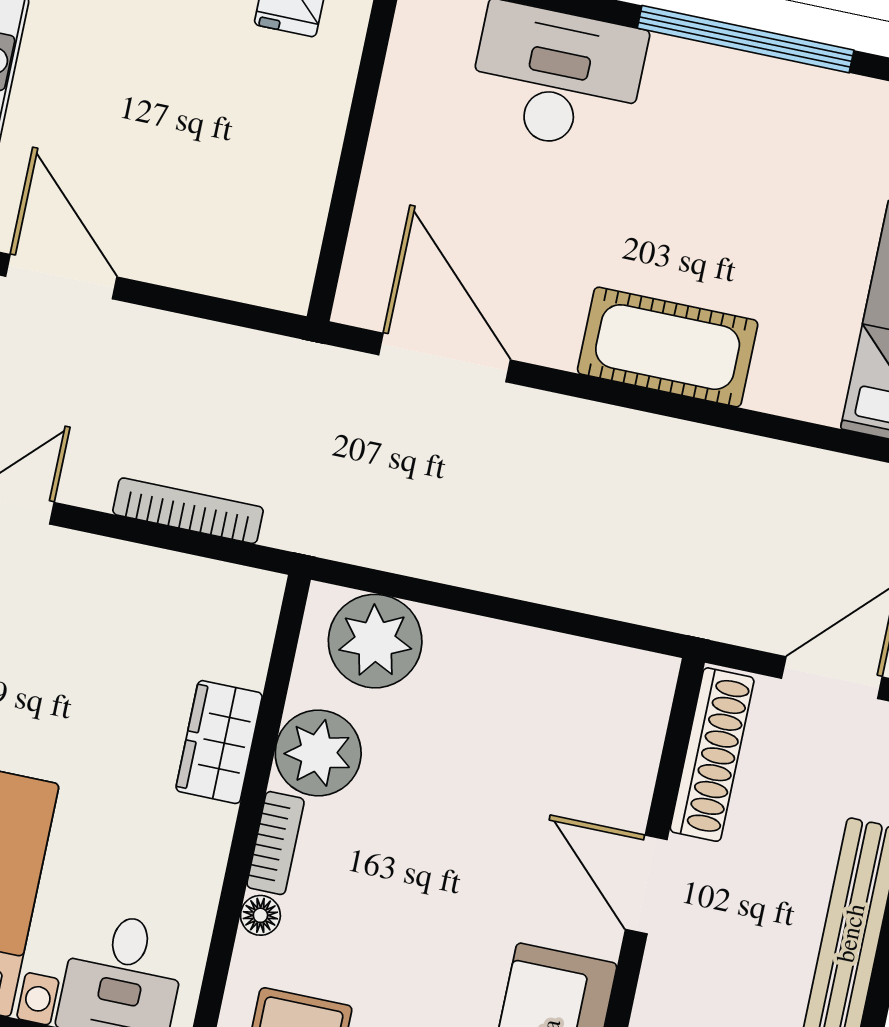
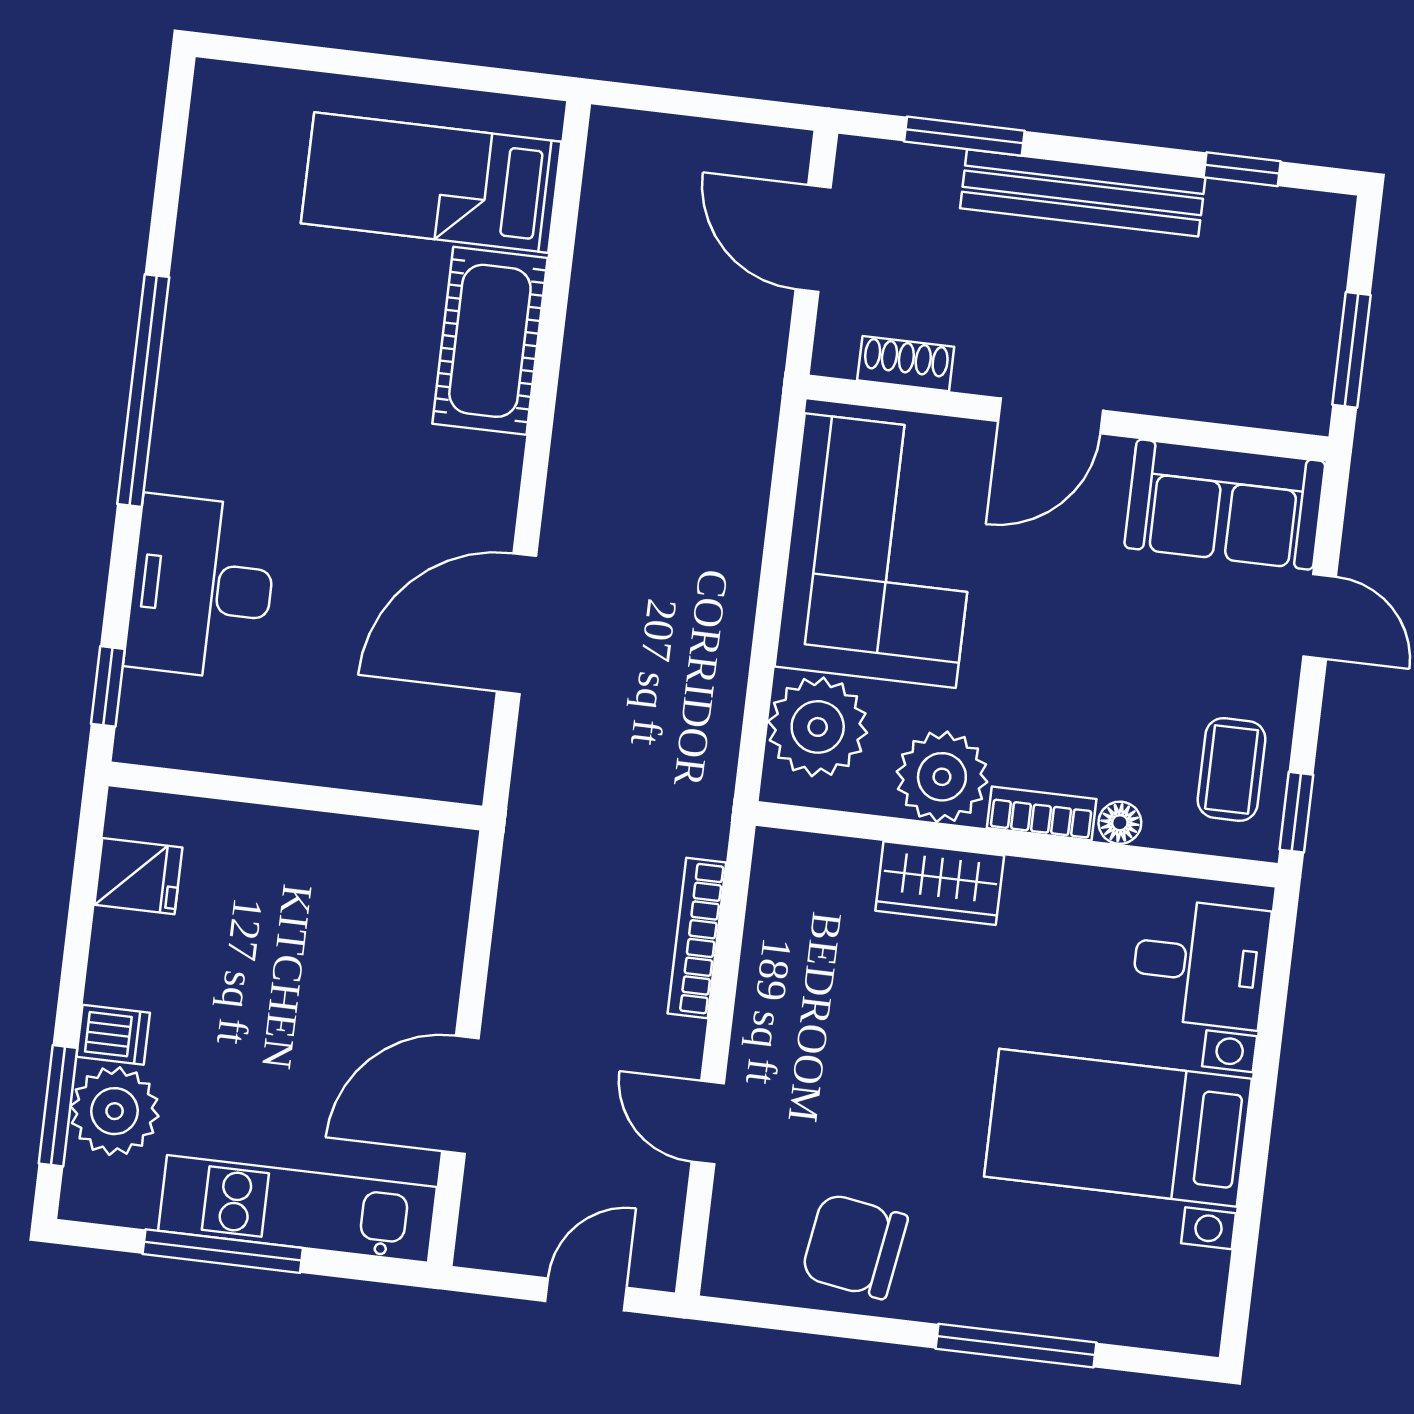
cot: (668, 347) -> (490, 341), moved
door: (444, 357) -> (517, 624), moved
corner sofa: (535, 714) -> (880, 551), added
shoe rack: (712, 755) -> (906, 364), width x0.51, depth x0.81

